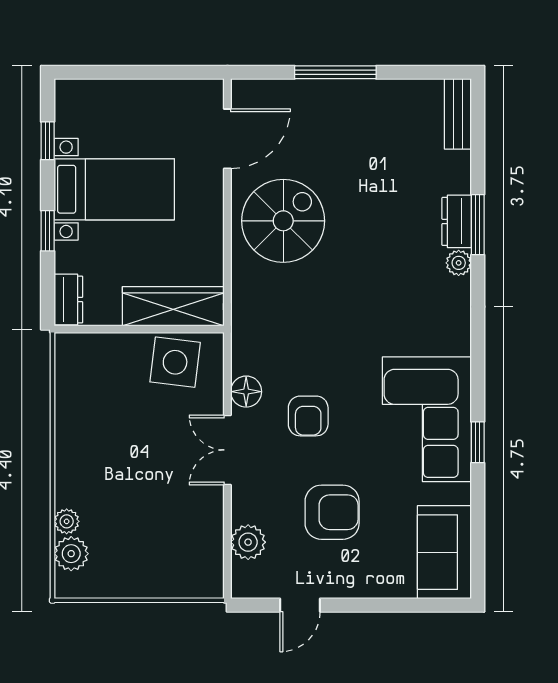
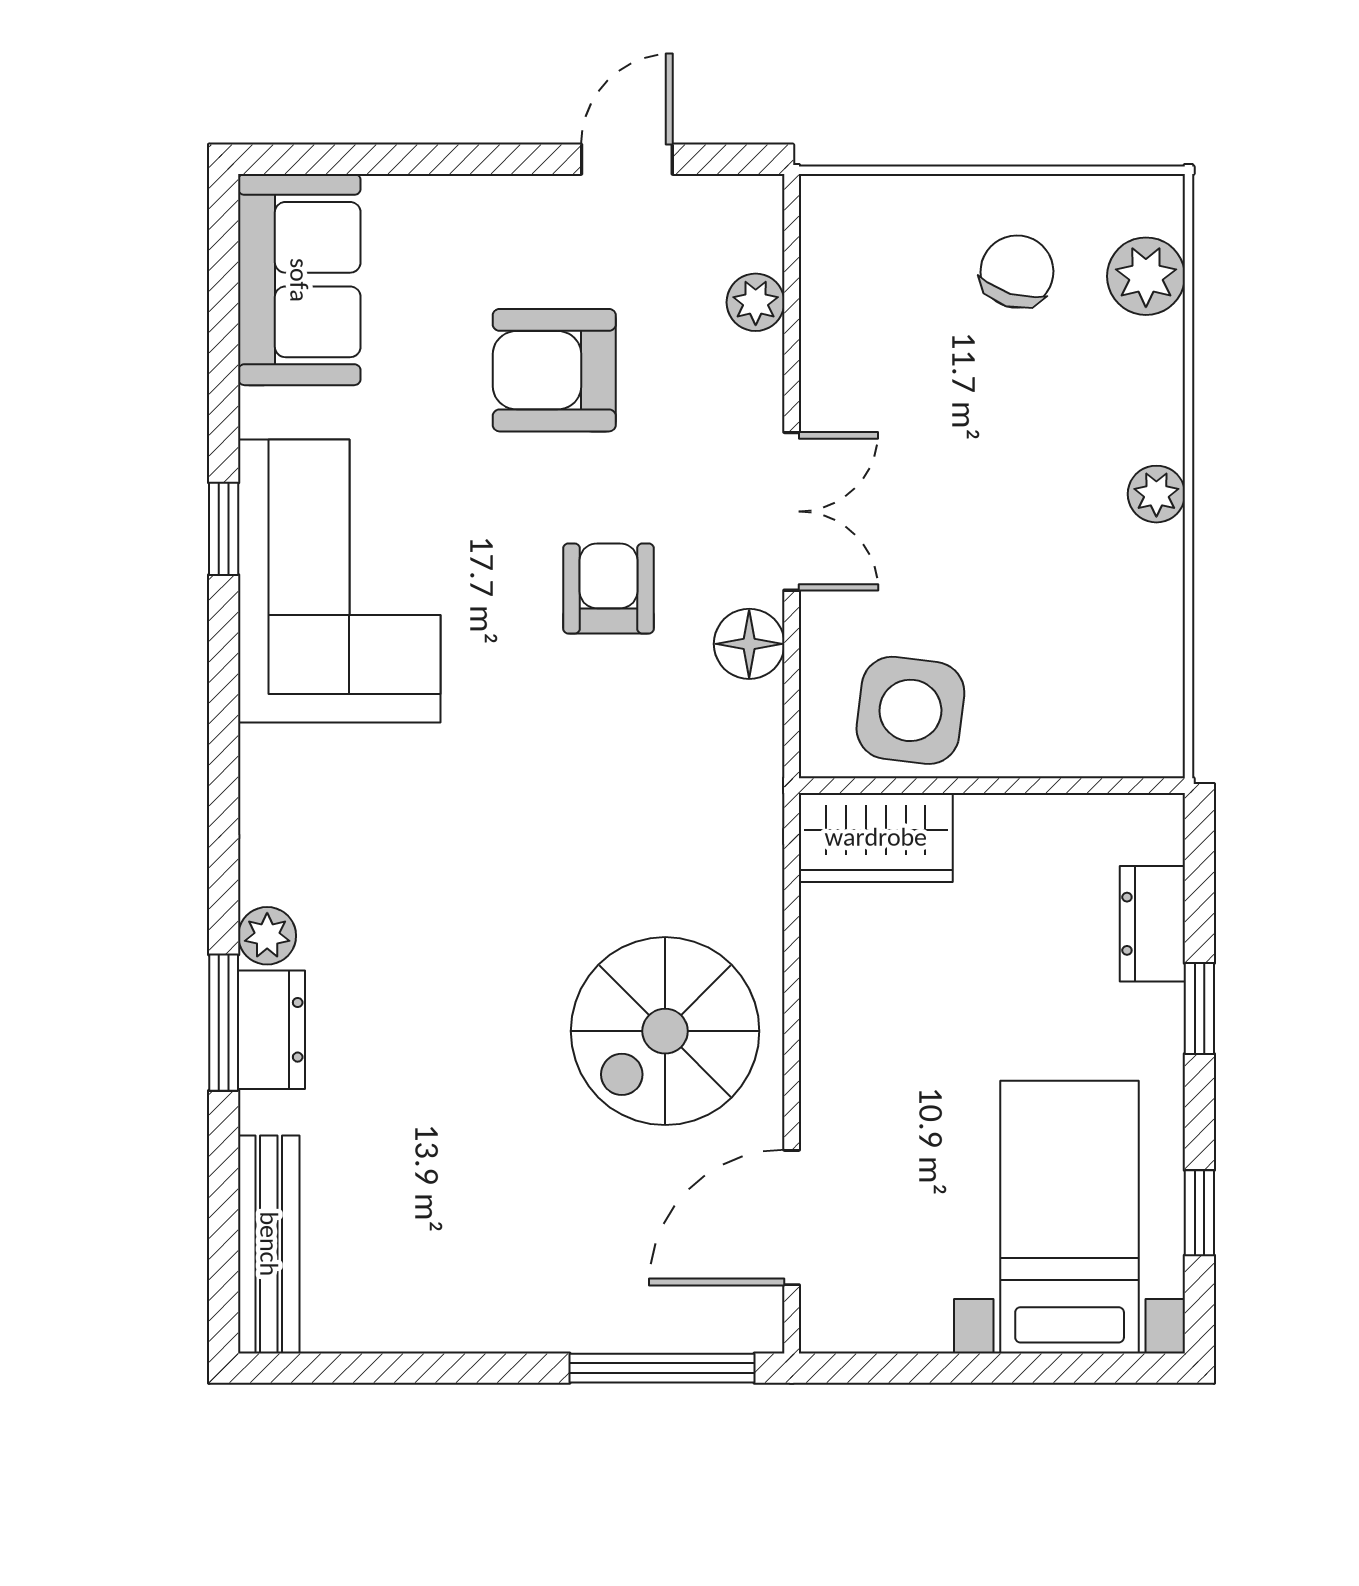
window: (335, 72) -> (662, 1368), moved
bench: (458, 114) -> (269, 1244), width x1.36
bed with nightstands: (114, 189) -> (1070, 1217), moved, turned 90
dresser: (68, 299) -> (1152, 924), moved
wardrobe: (173, 306) -> (876, 837), width x0.67
plant: (67, 521) -> (1156, 494), moved
plant: (248, 542) -> (756, 302), width x0.73, depth x0.73
chair: (128, 556) -> (1017, 272), added

